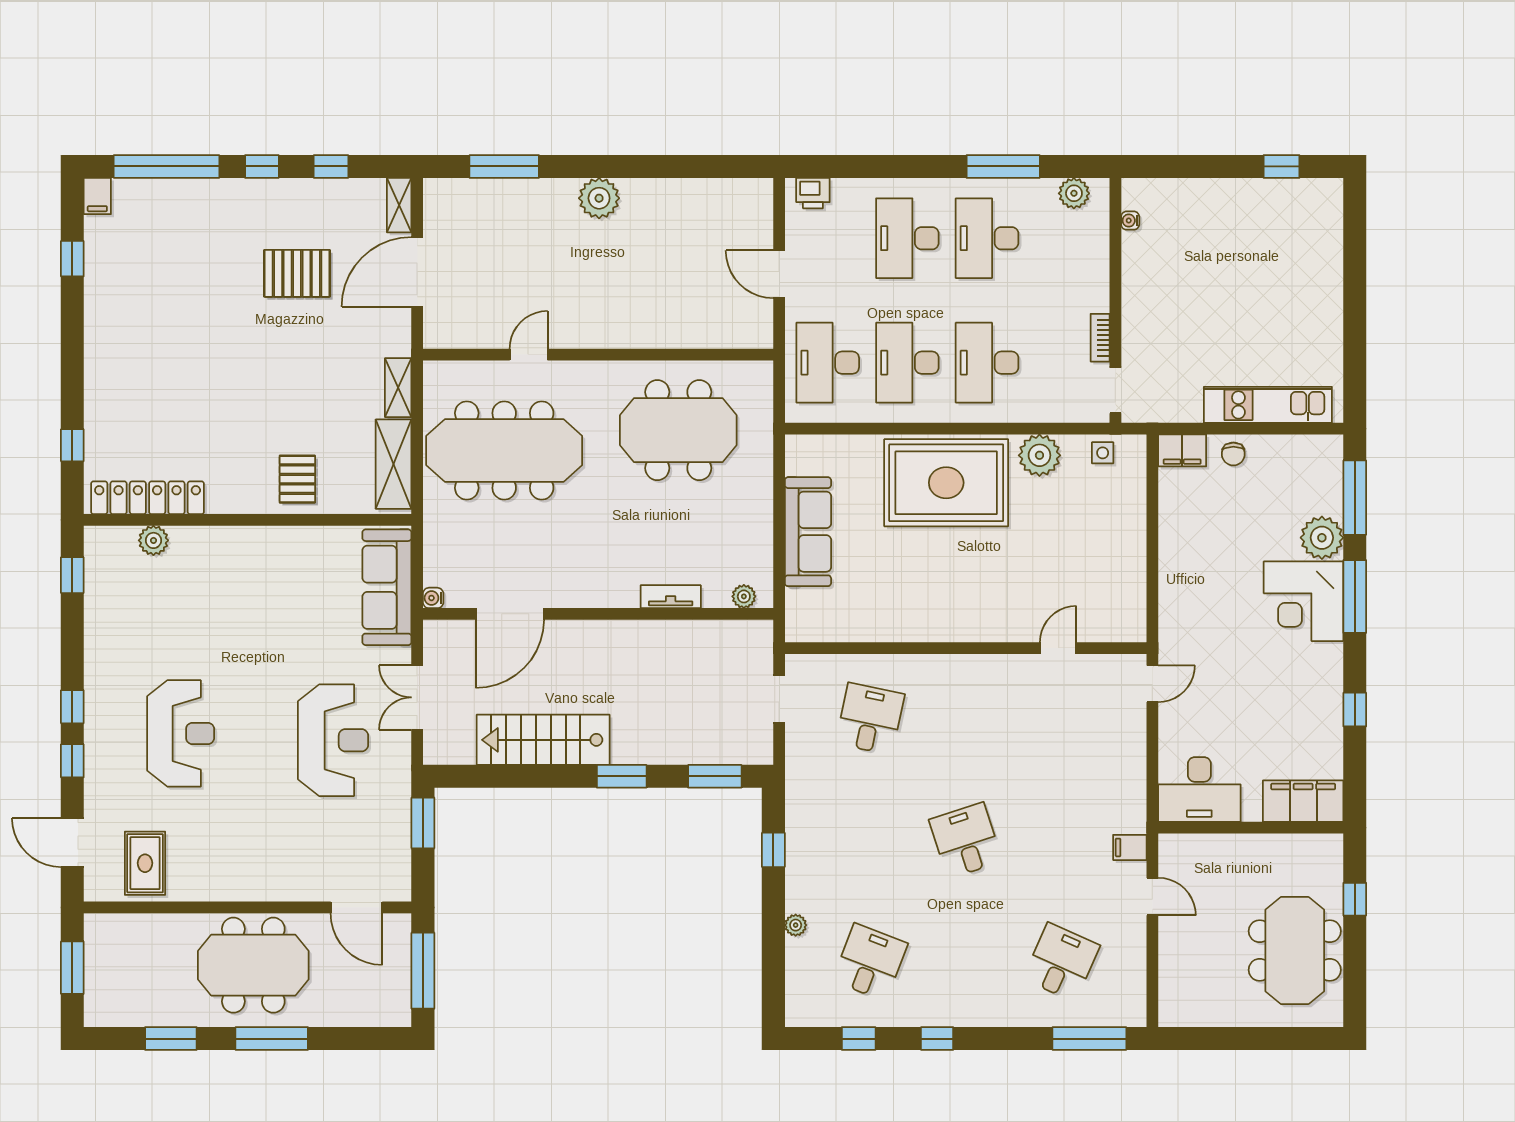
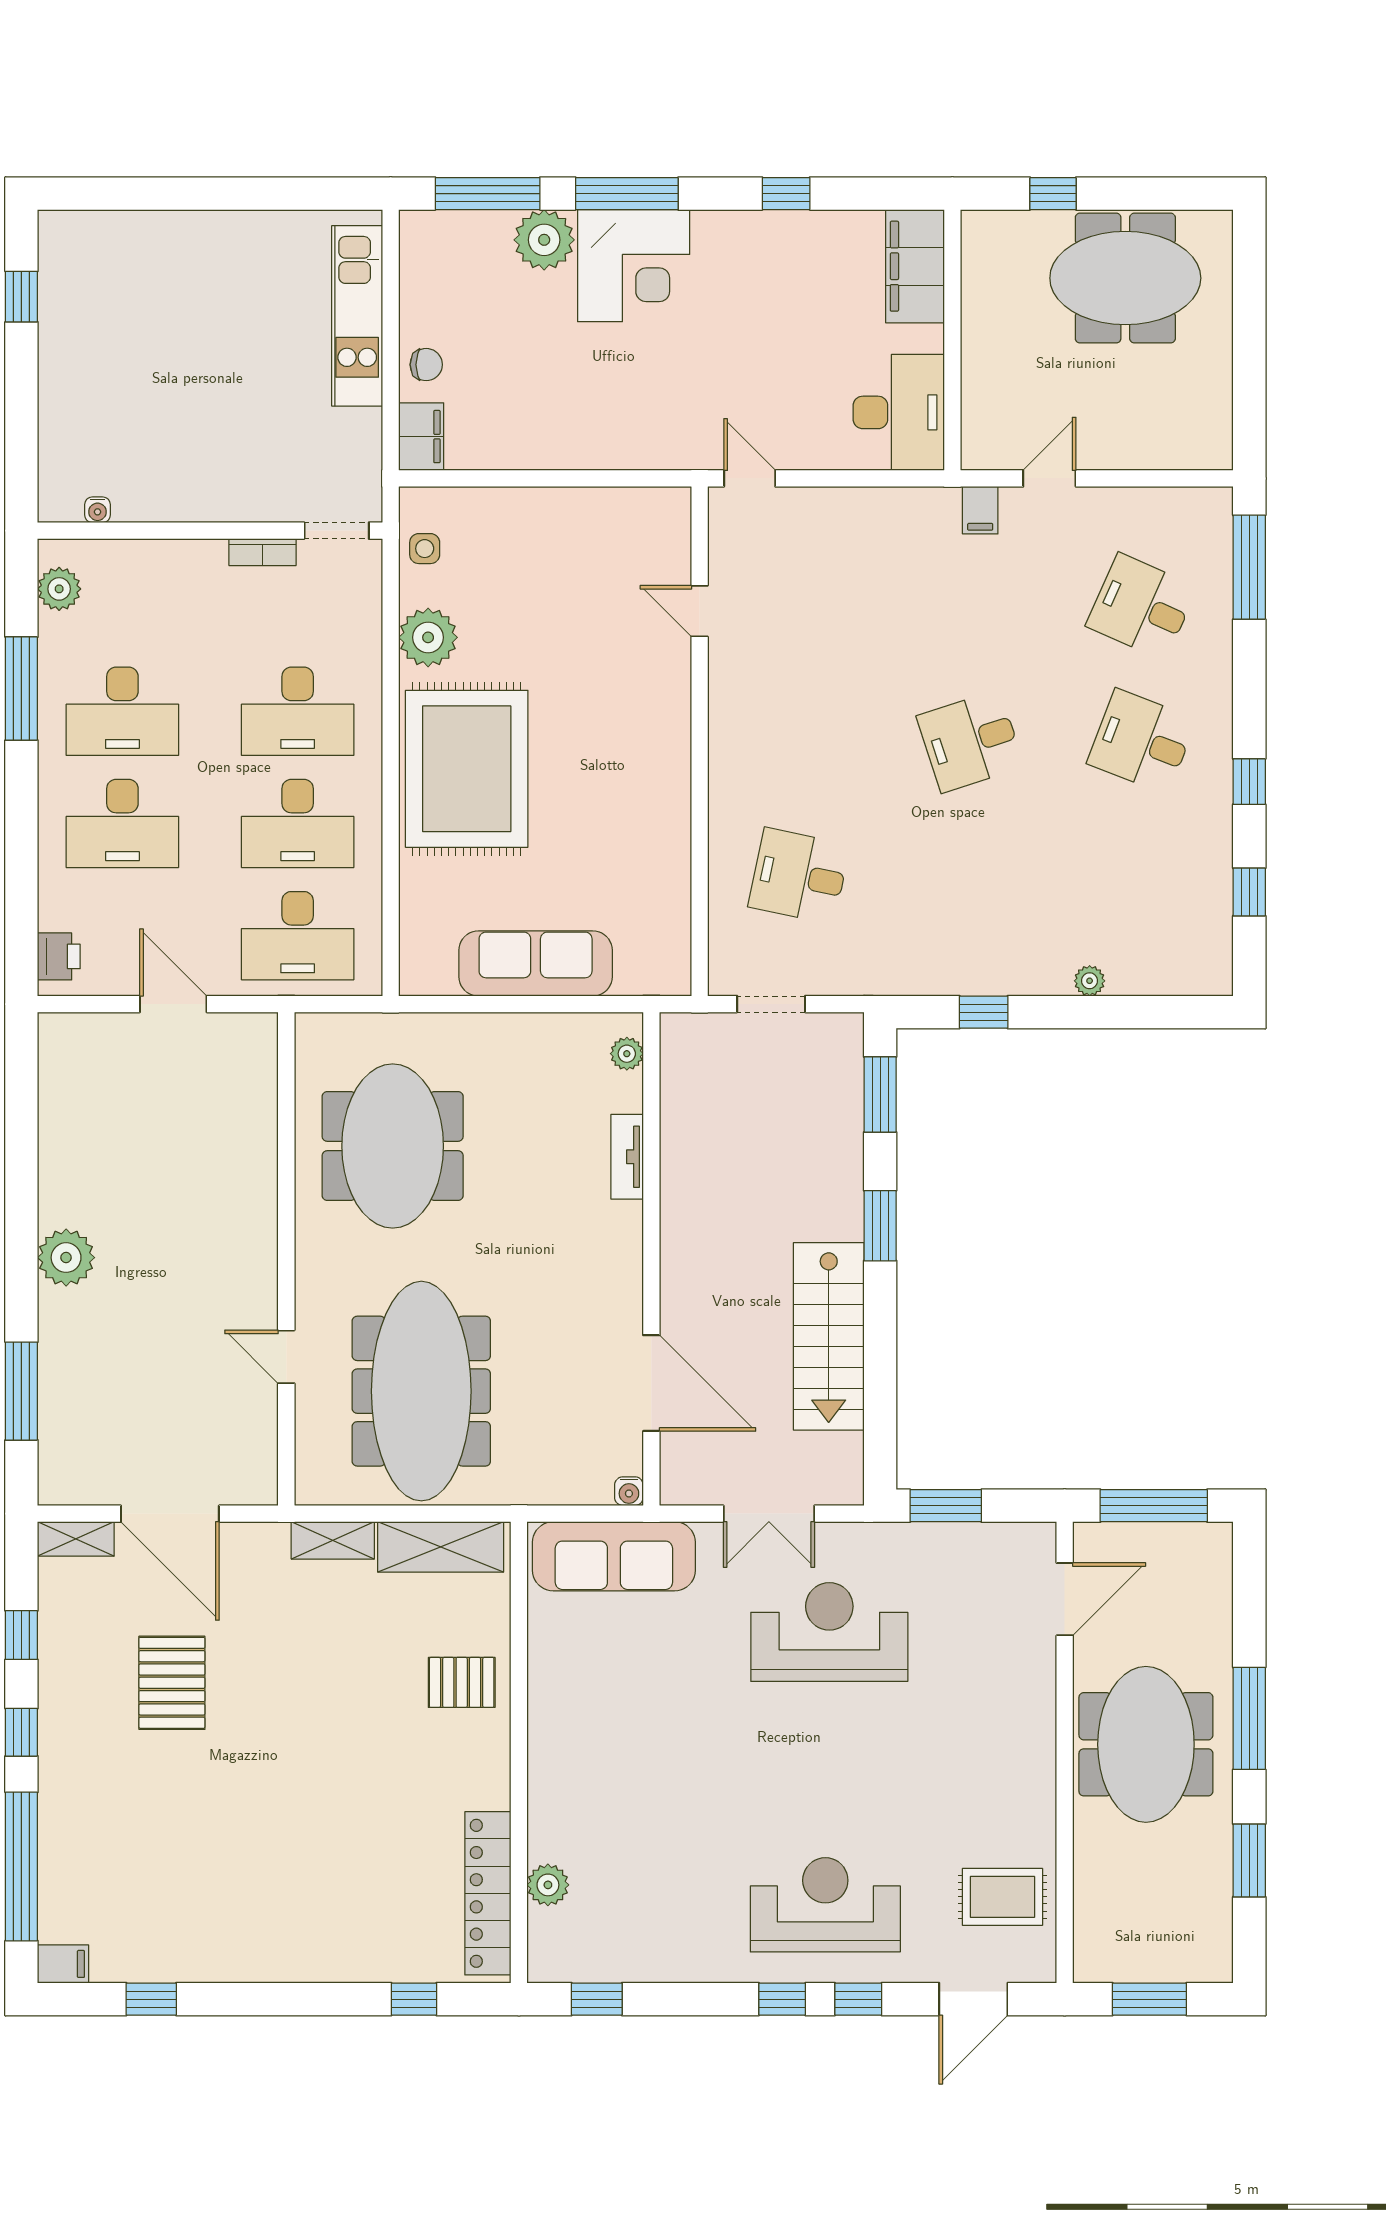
door: (779, 274) -> (173, 1004), swing flipped
reception desk: (181, 733) -> (825, 1905), moved
desk: (870, 962) -> (1142, 741), moved

